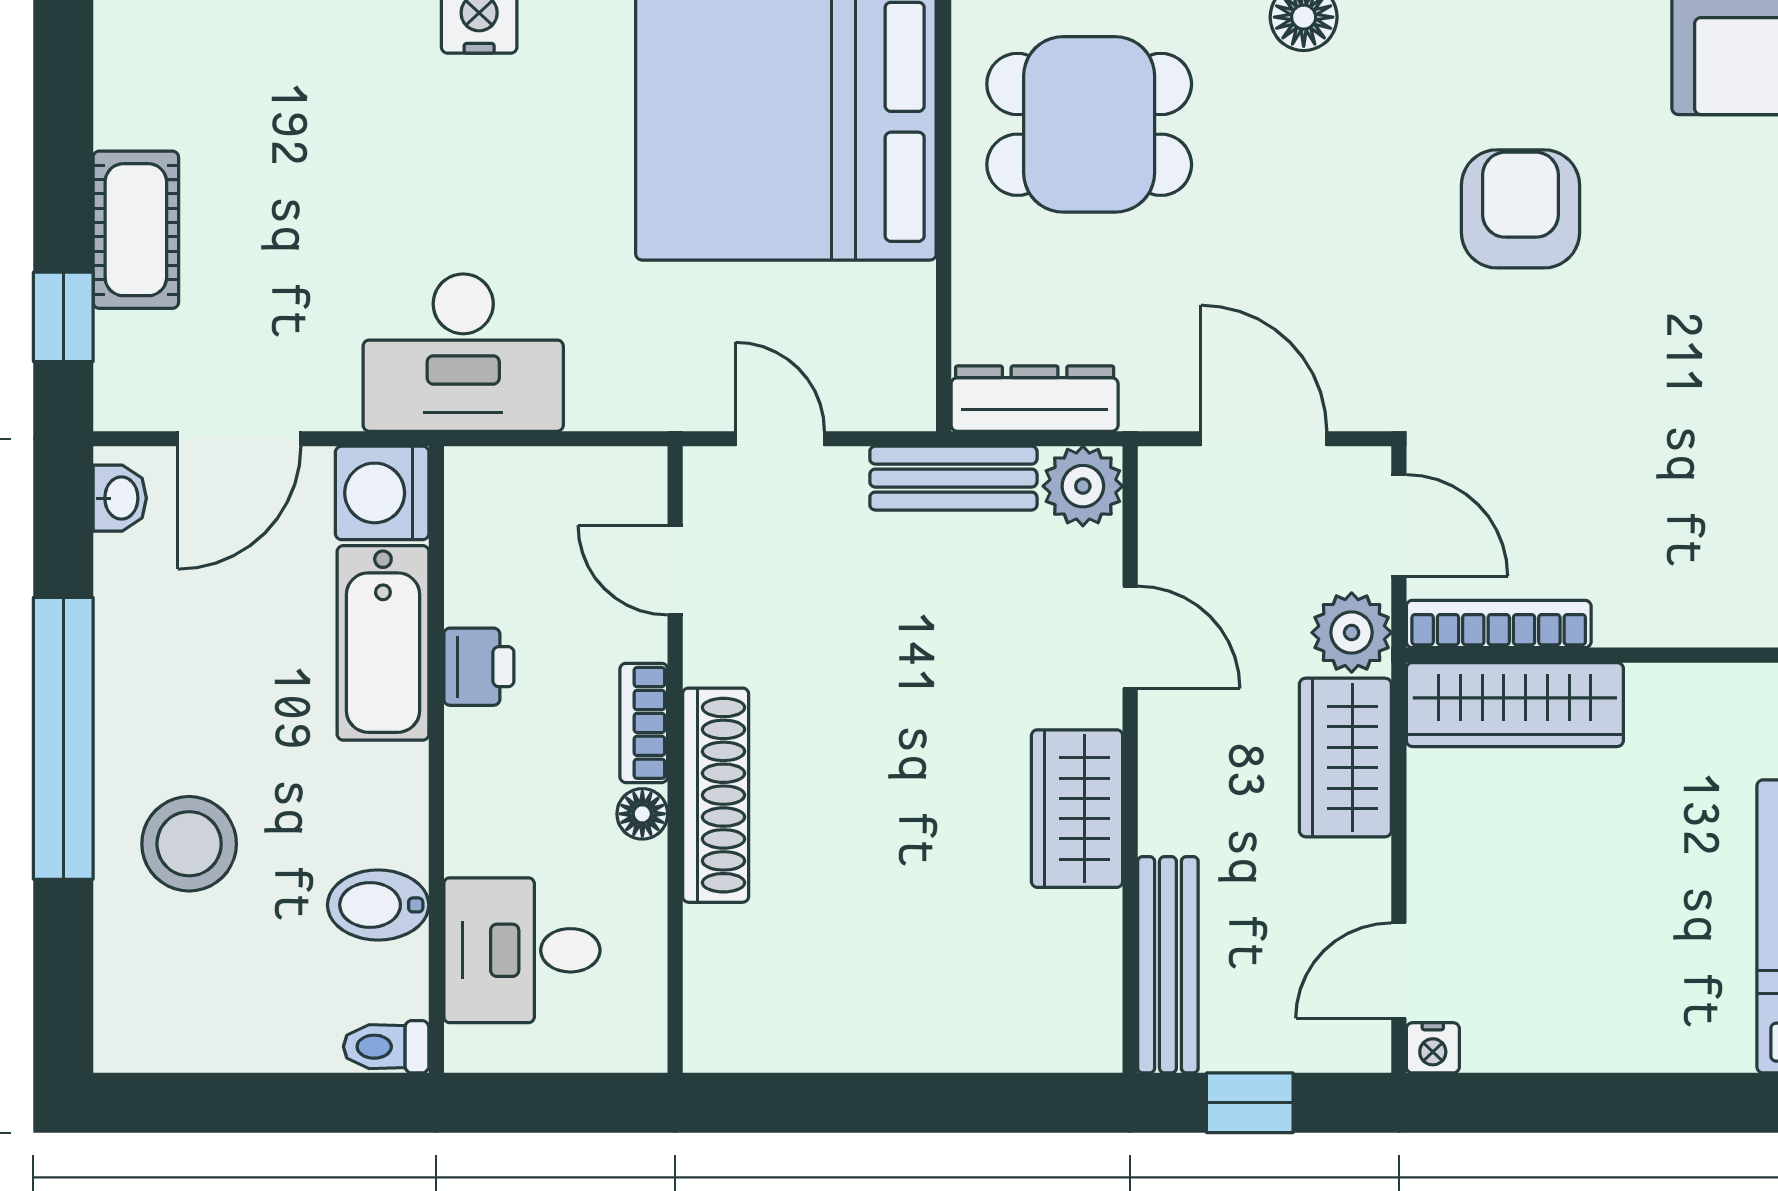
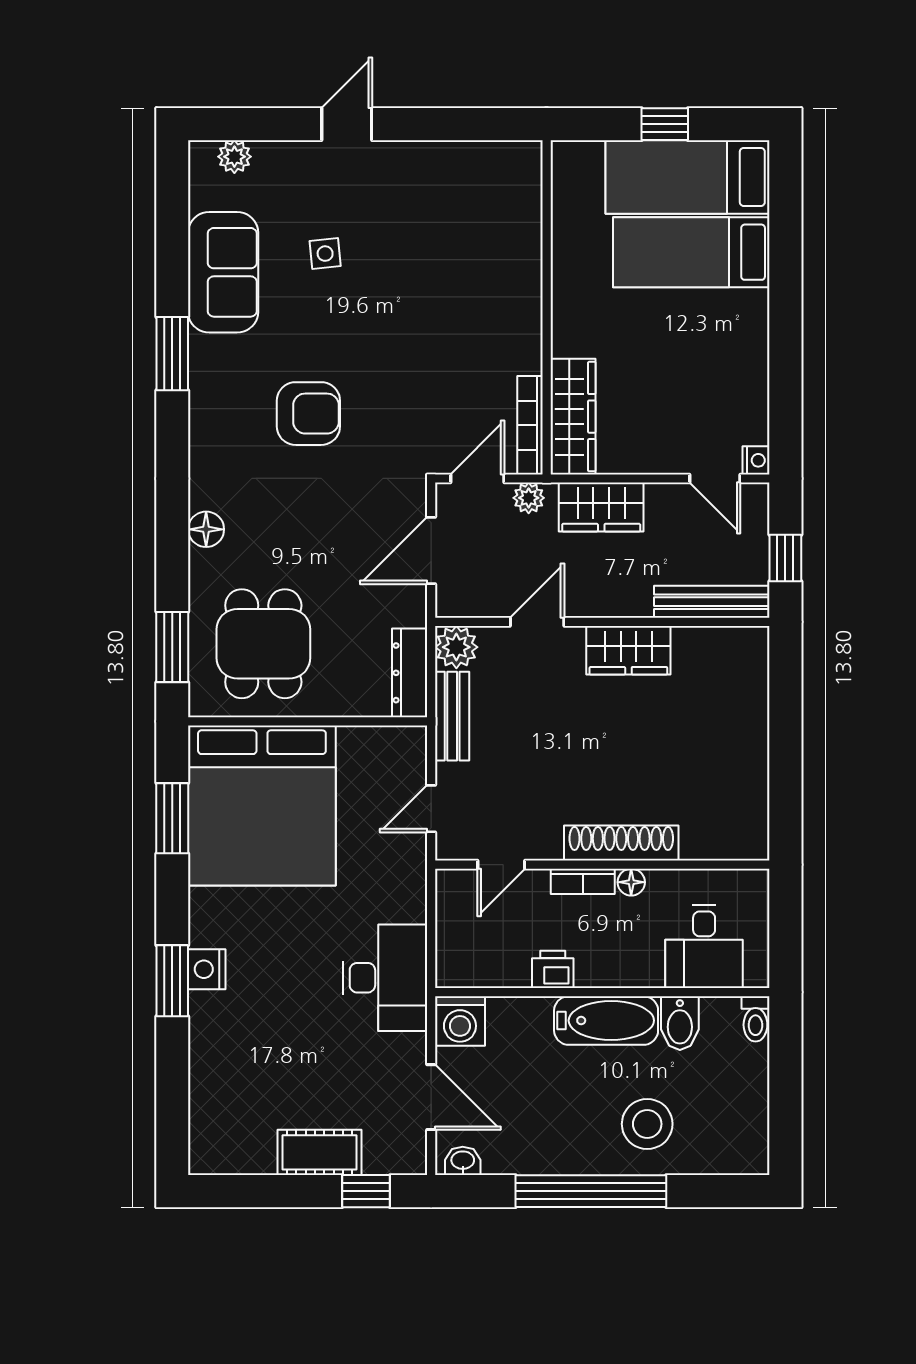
armchair: (1521, 209) -> (308, 414), turned 180
plant: (1352, 633) -> (529, 498), width x0.73, depth x0.73
bathtub: (383, 643) -> (606, 1021), moved

